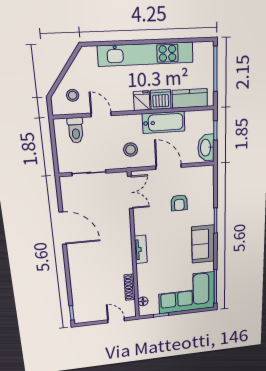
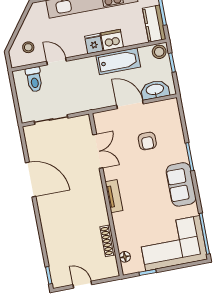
kitchen counter: (190, 98) -> (154, 24), moved, turned -90
washbasin: (206, 148) -> (155, 90), moved, turned 90
stool: (131, 150) -> (159, 52), moved
double door: (130, 192) -> (98, 151), moved
door: (116, 320) -> (82, 285), moved

